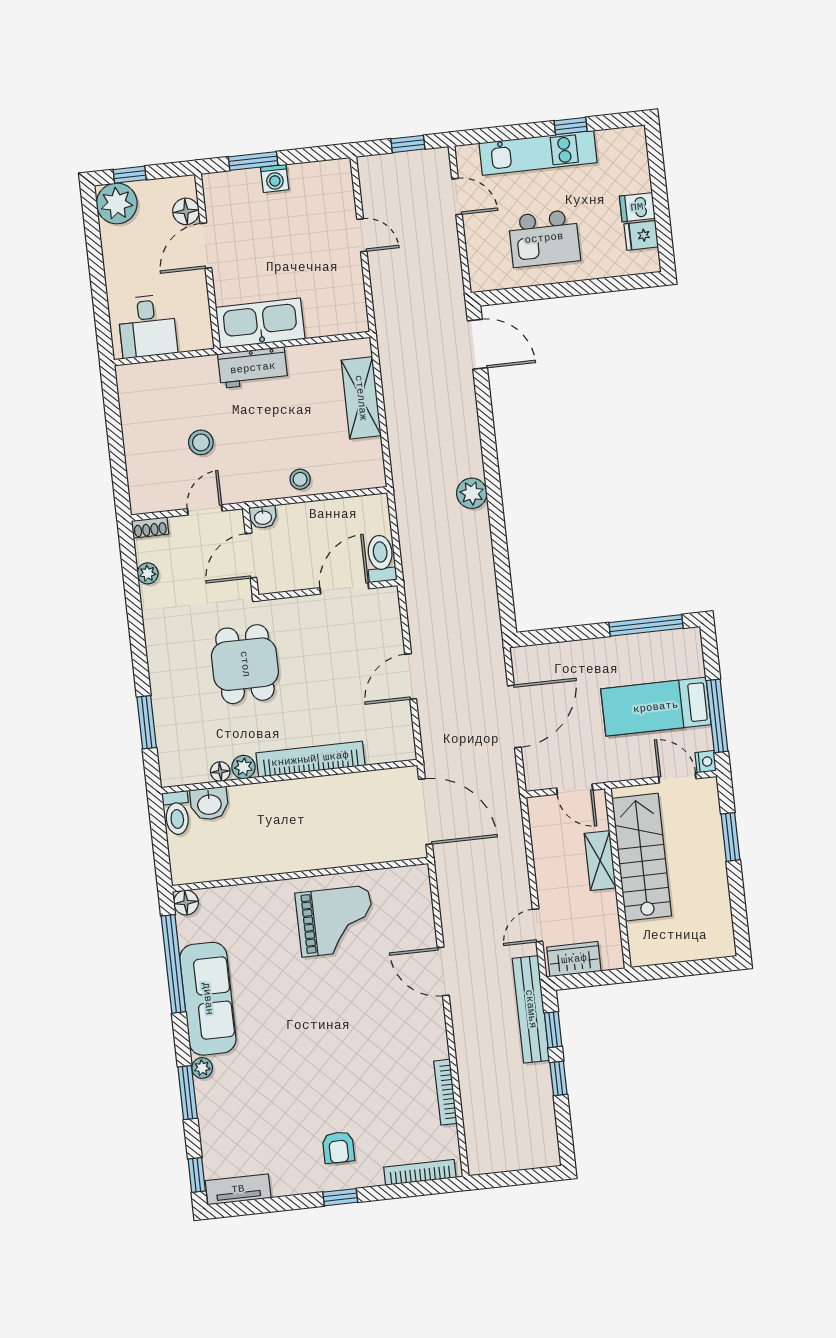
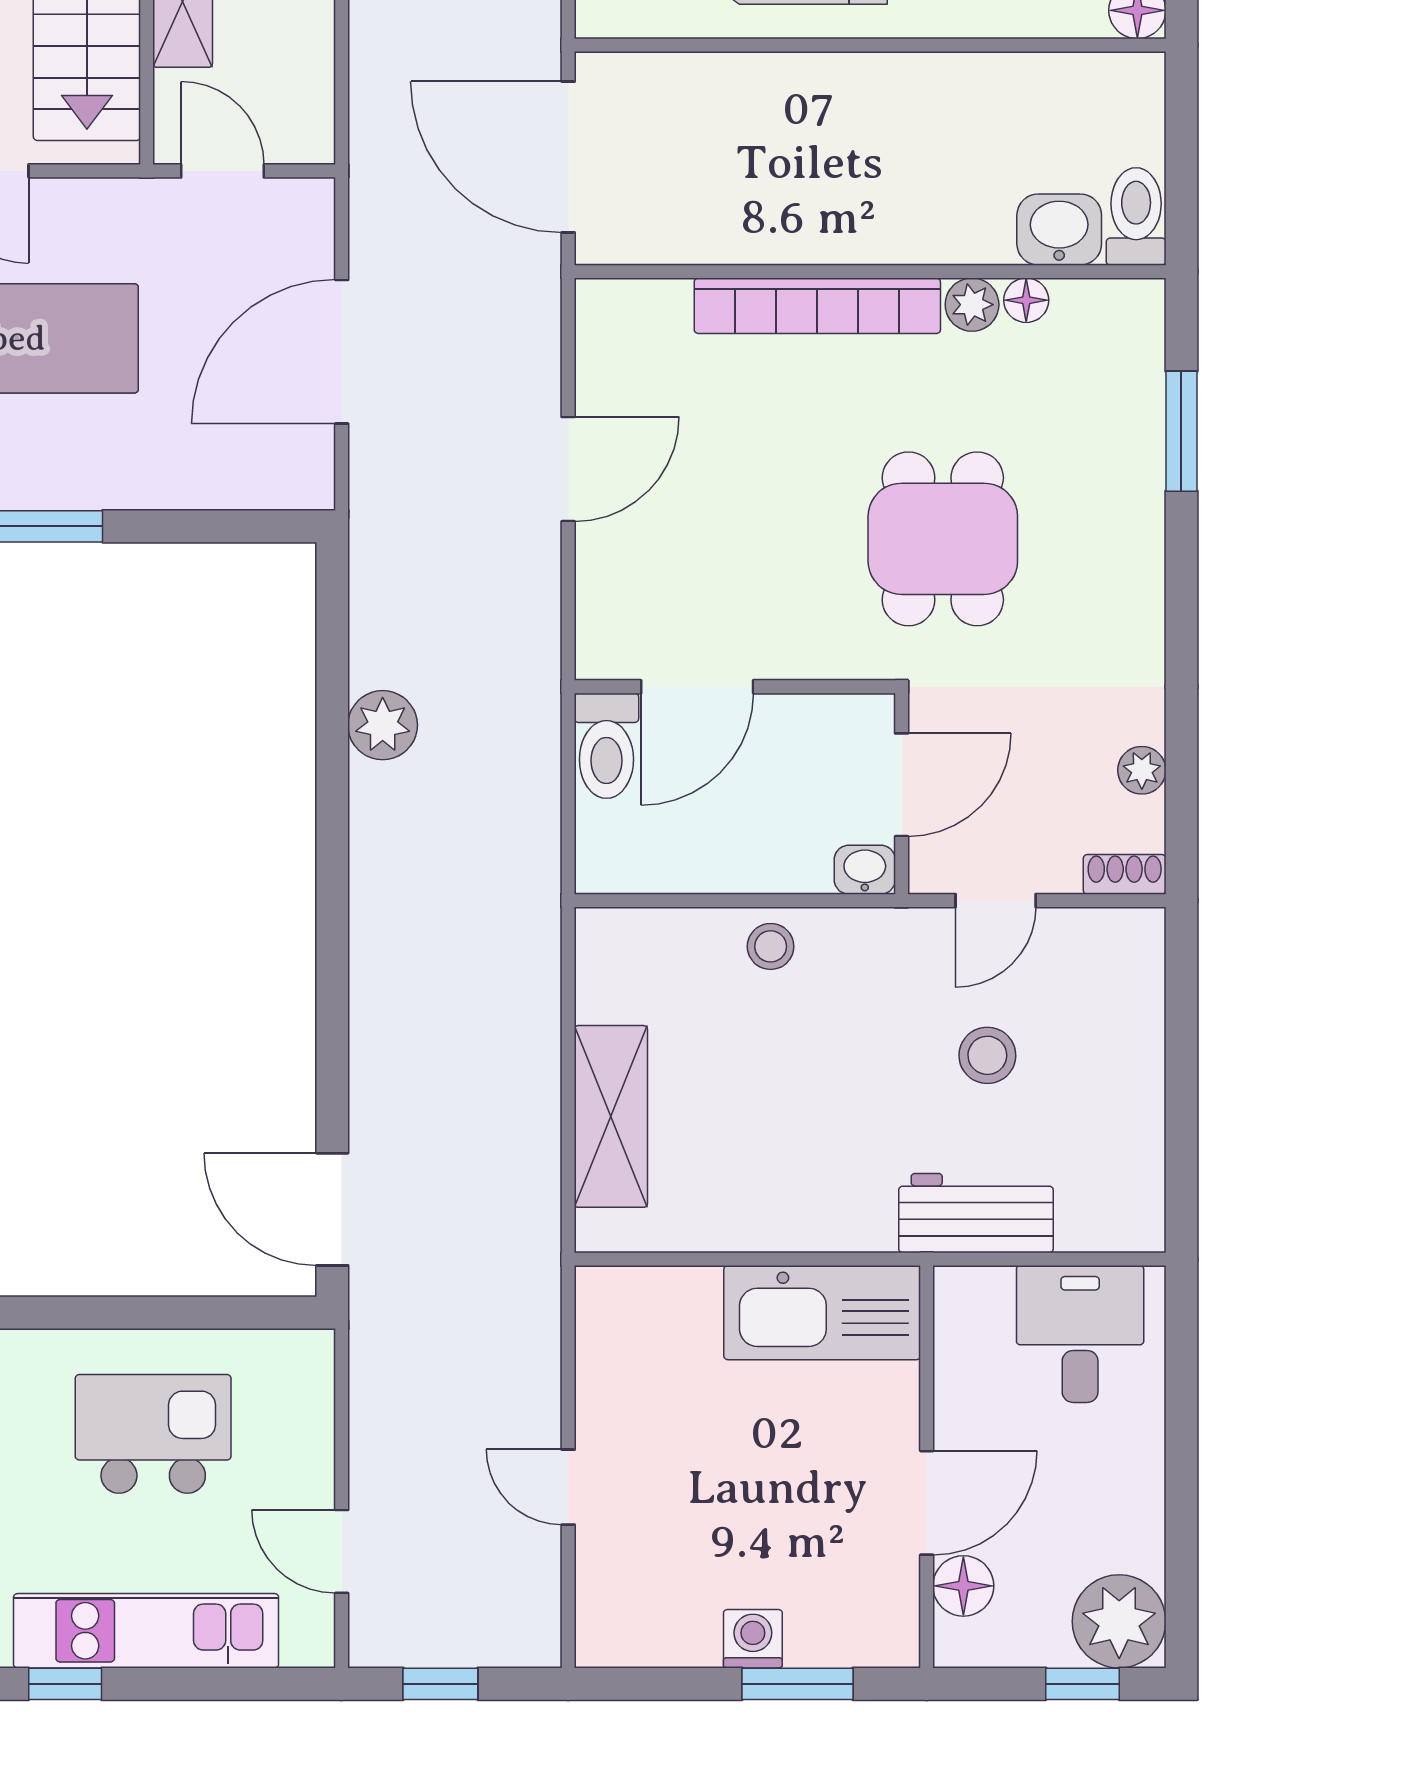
workbench: (253, 368) -> (976, 1213), moved
plant: (472, 493) -> (383, 725), moved

